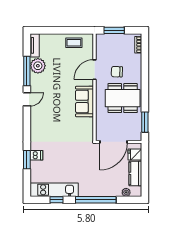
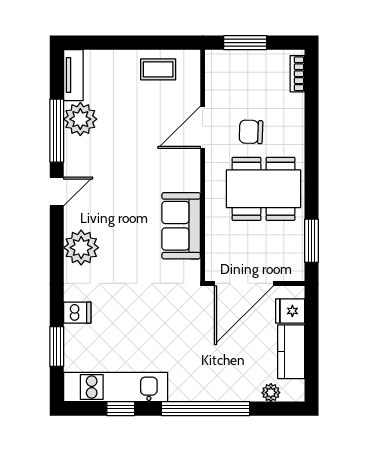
sofa: (85, 101) -> (181, 226), moved
plant: (38, 125) -> (81, 248), added
window: (27, 160) -> (57, 346), moved

